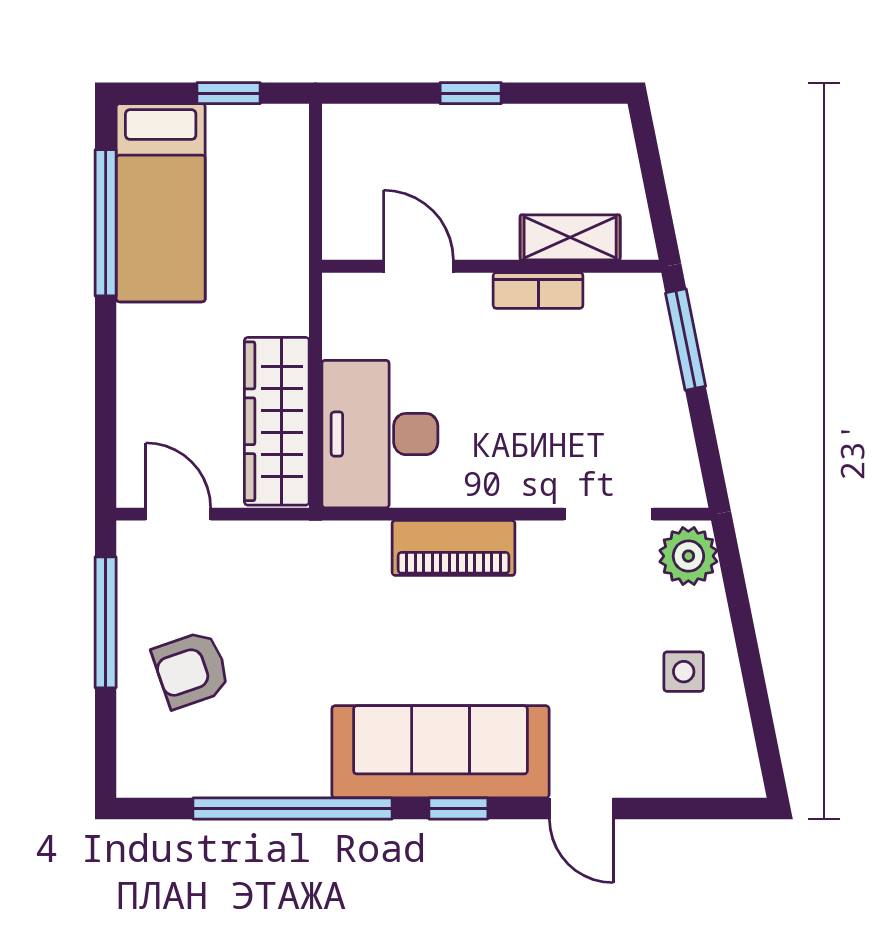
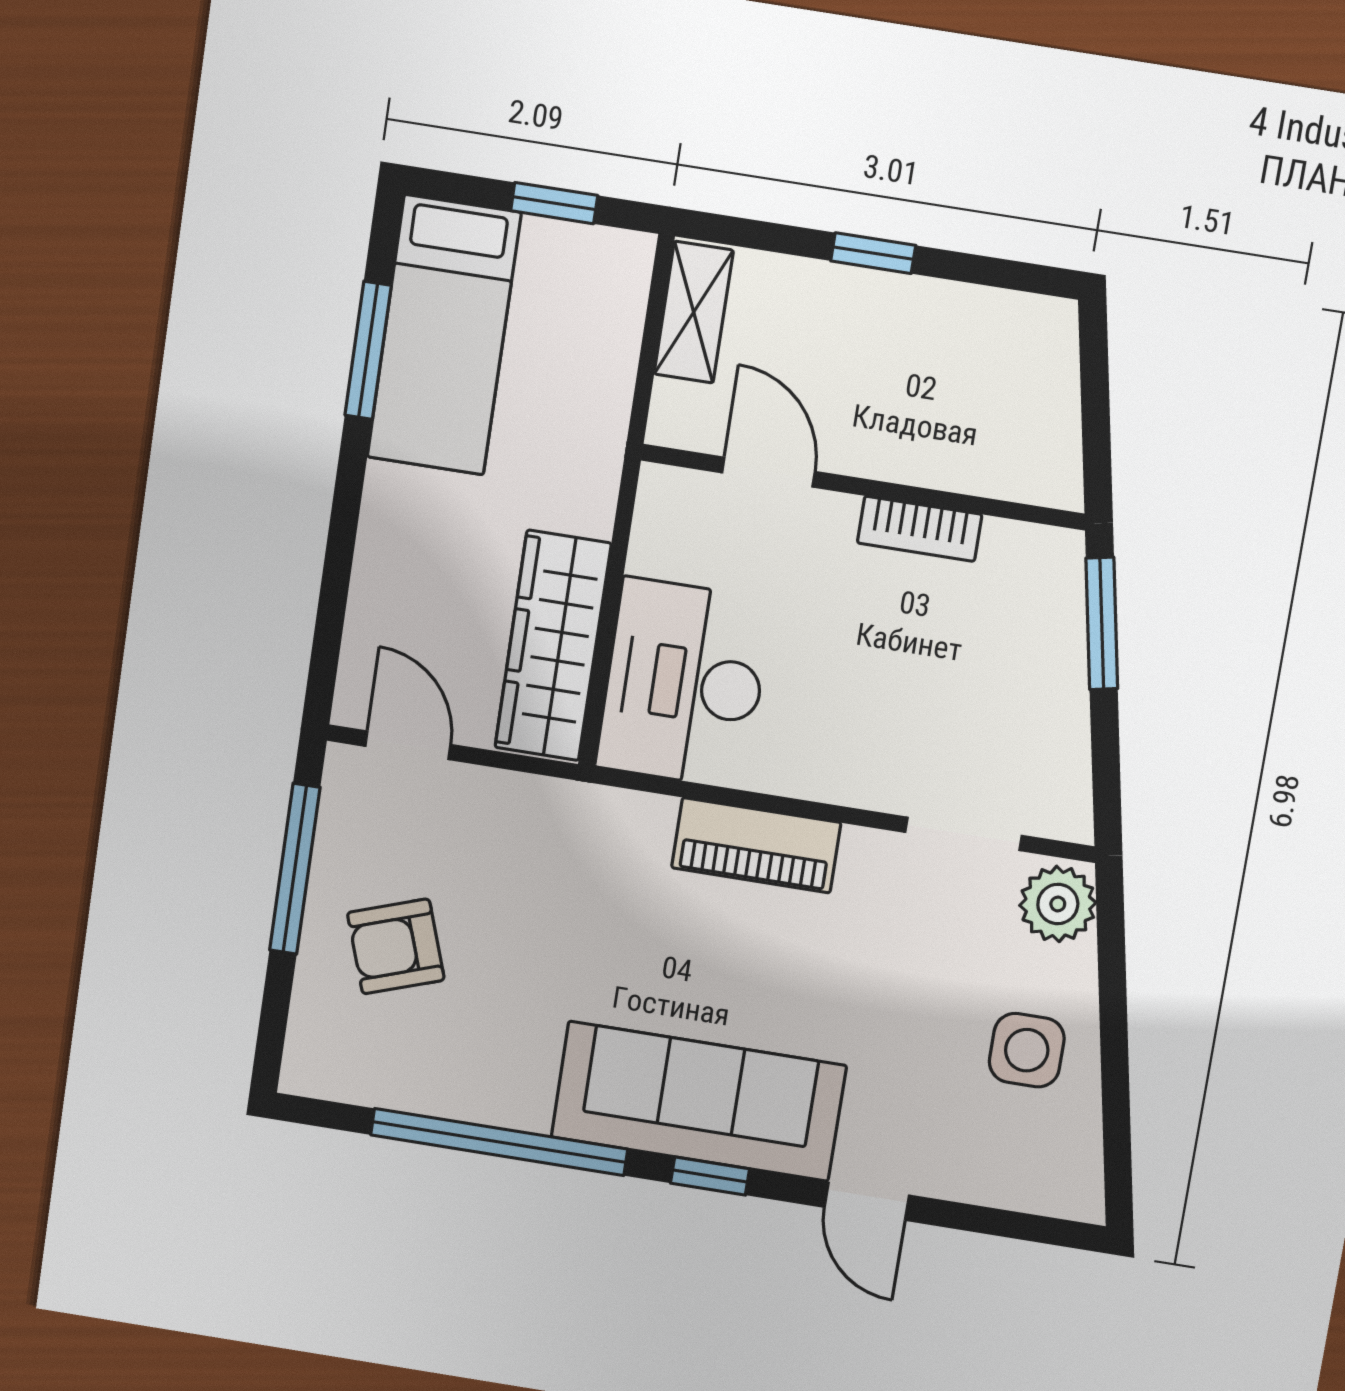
window: (106, 223) -> (368, 350), width x0.69
shelving: (570, 237) -> (694, 312), moved, turned 90
side table: (684, 672) -> (1027, 1050), width x1.37, depth x1.37

